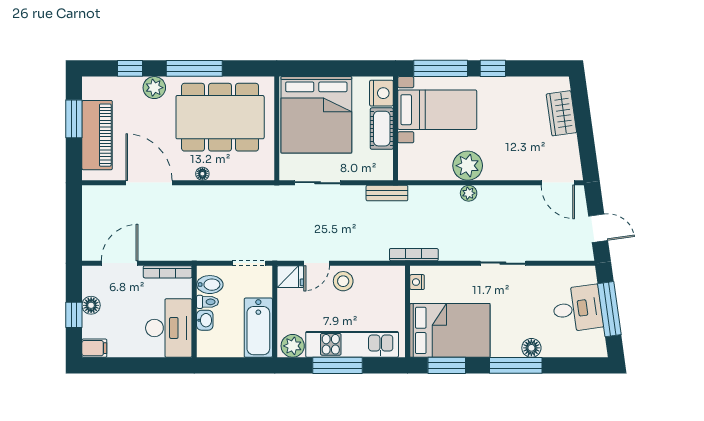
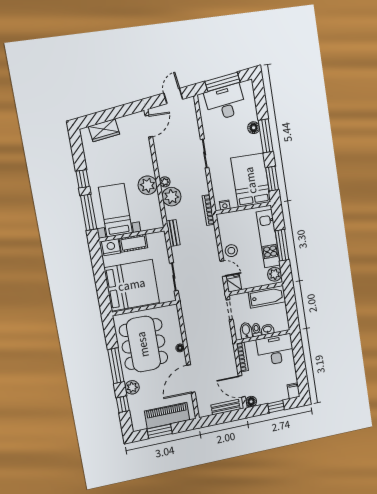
plant: (444, 200) -> (172, 197), added
bench: (91, 231) -> (226, 407), added
floor lamp: (91, 305) -> (251, 402), moved
desk: (577, 309) -> (225, 102), width x1.37

